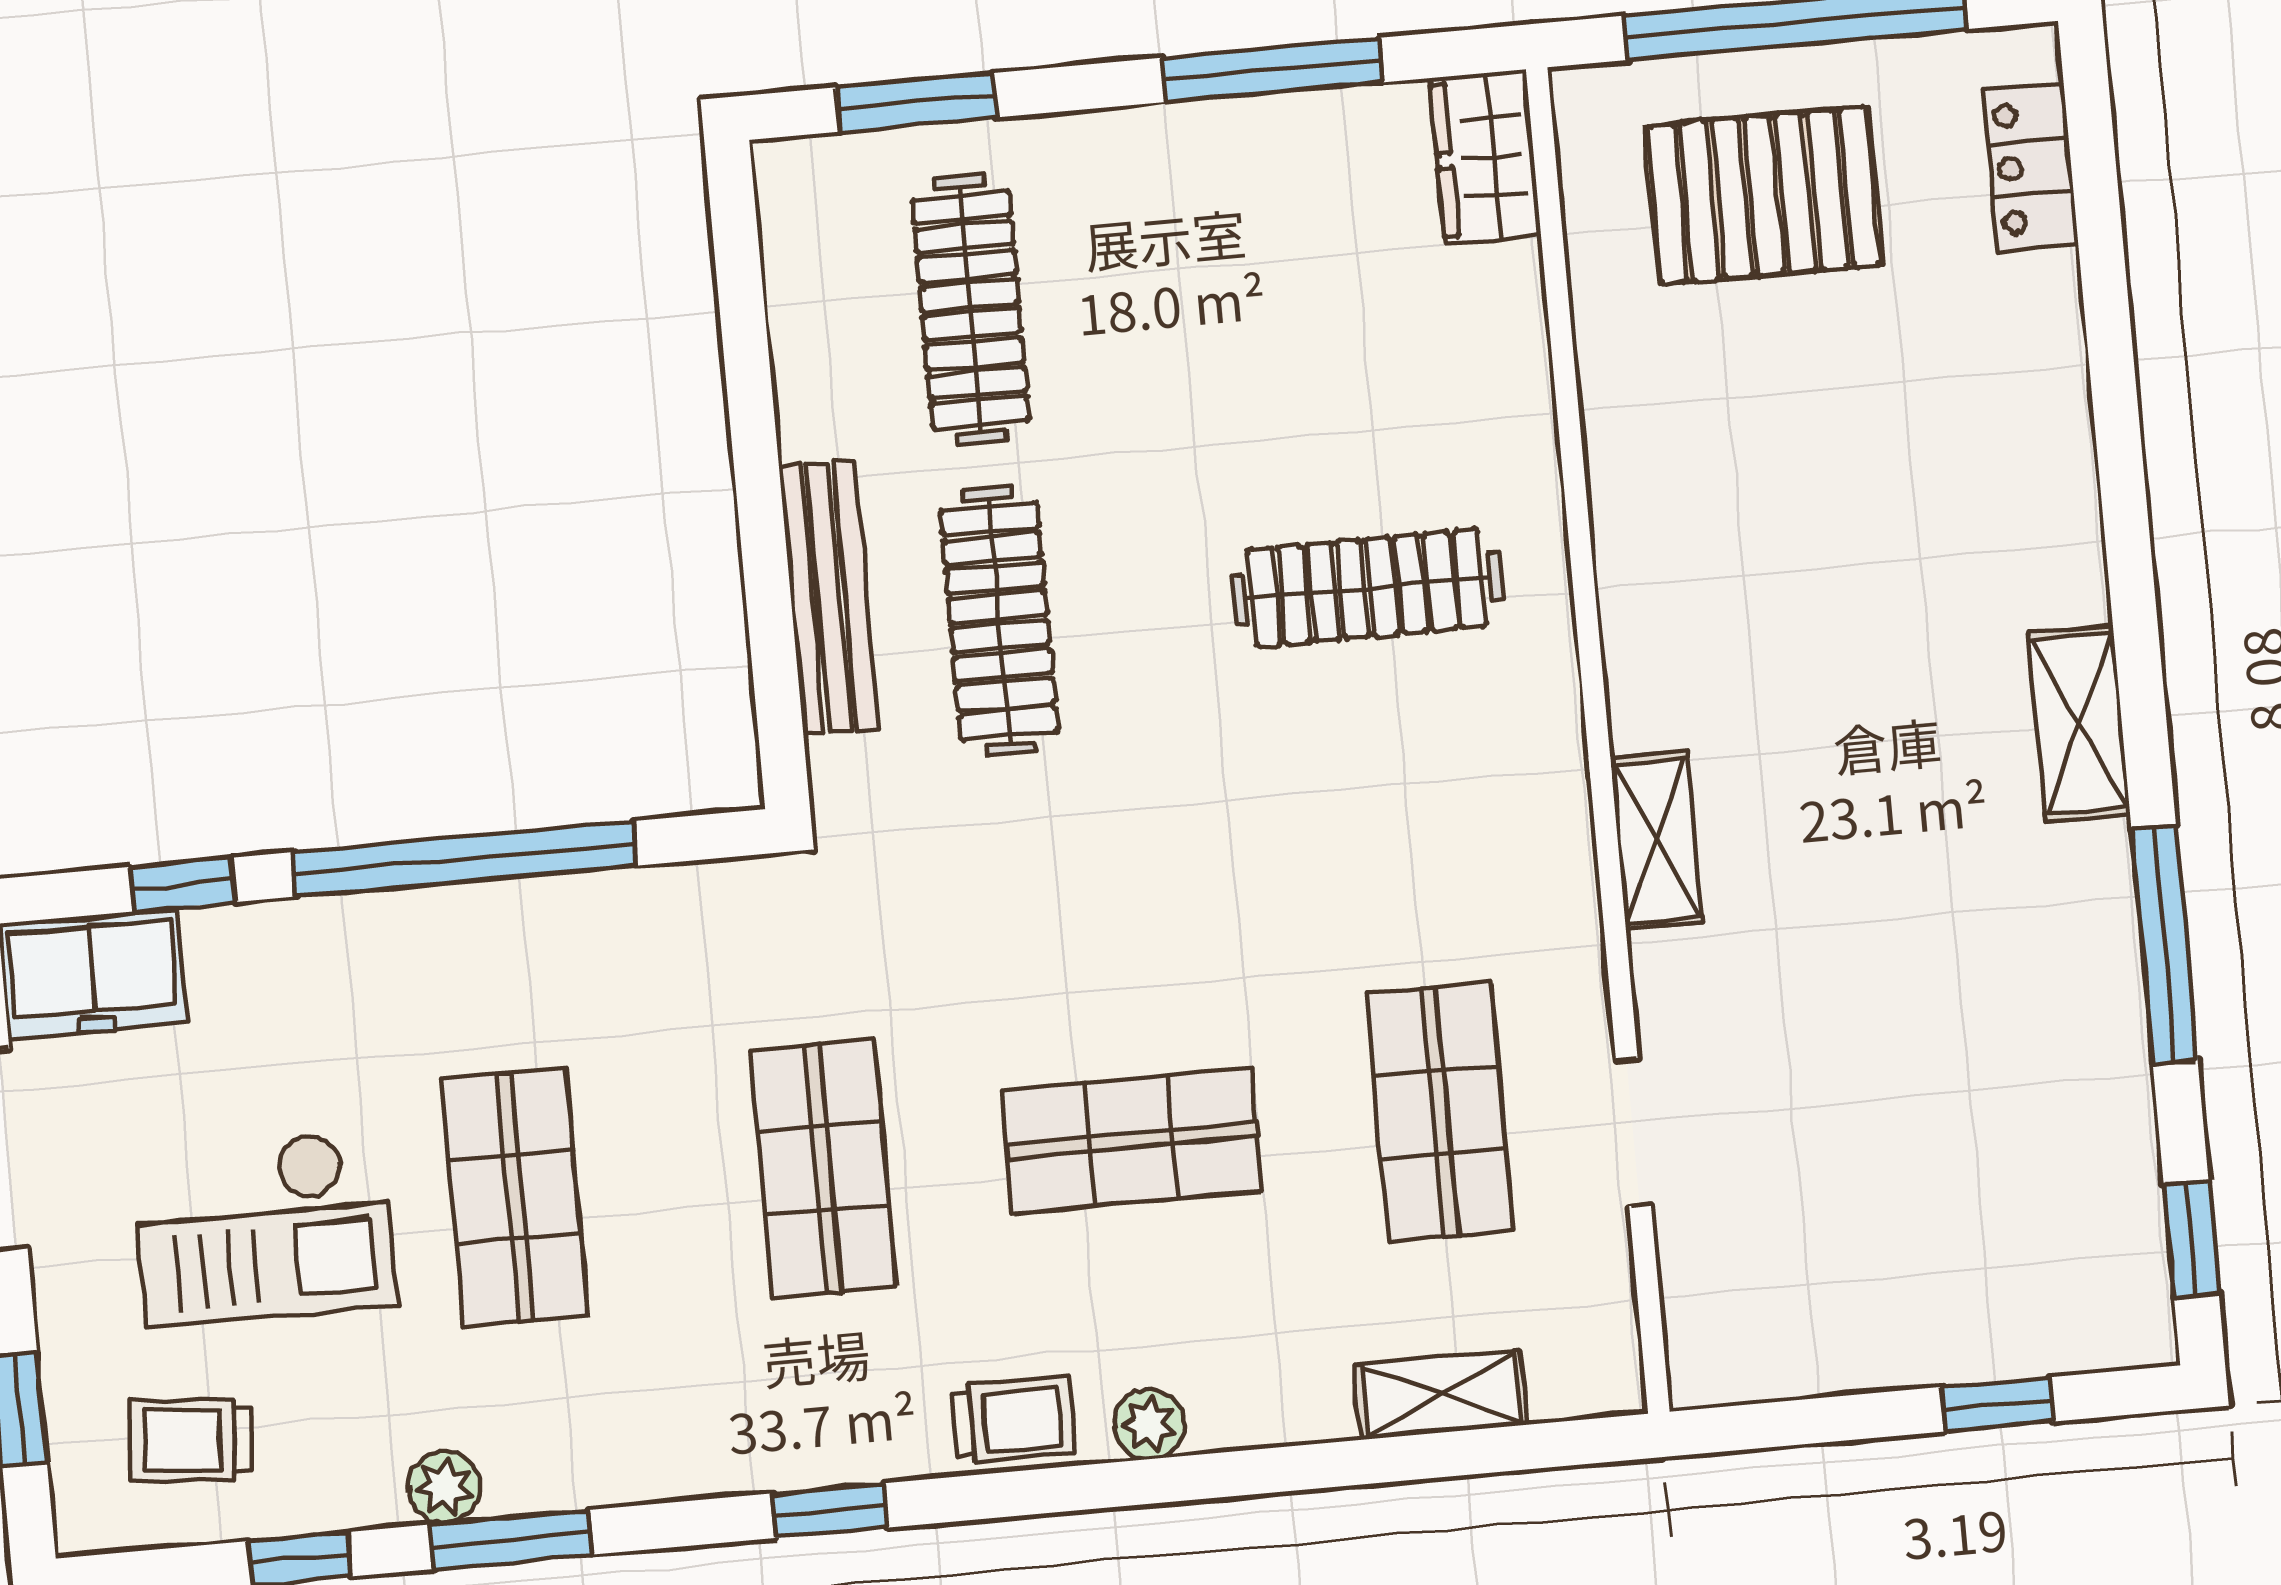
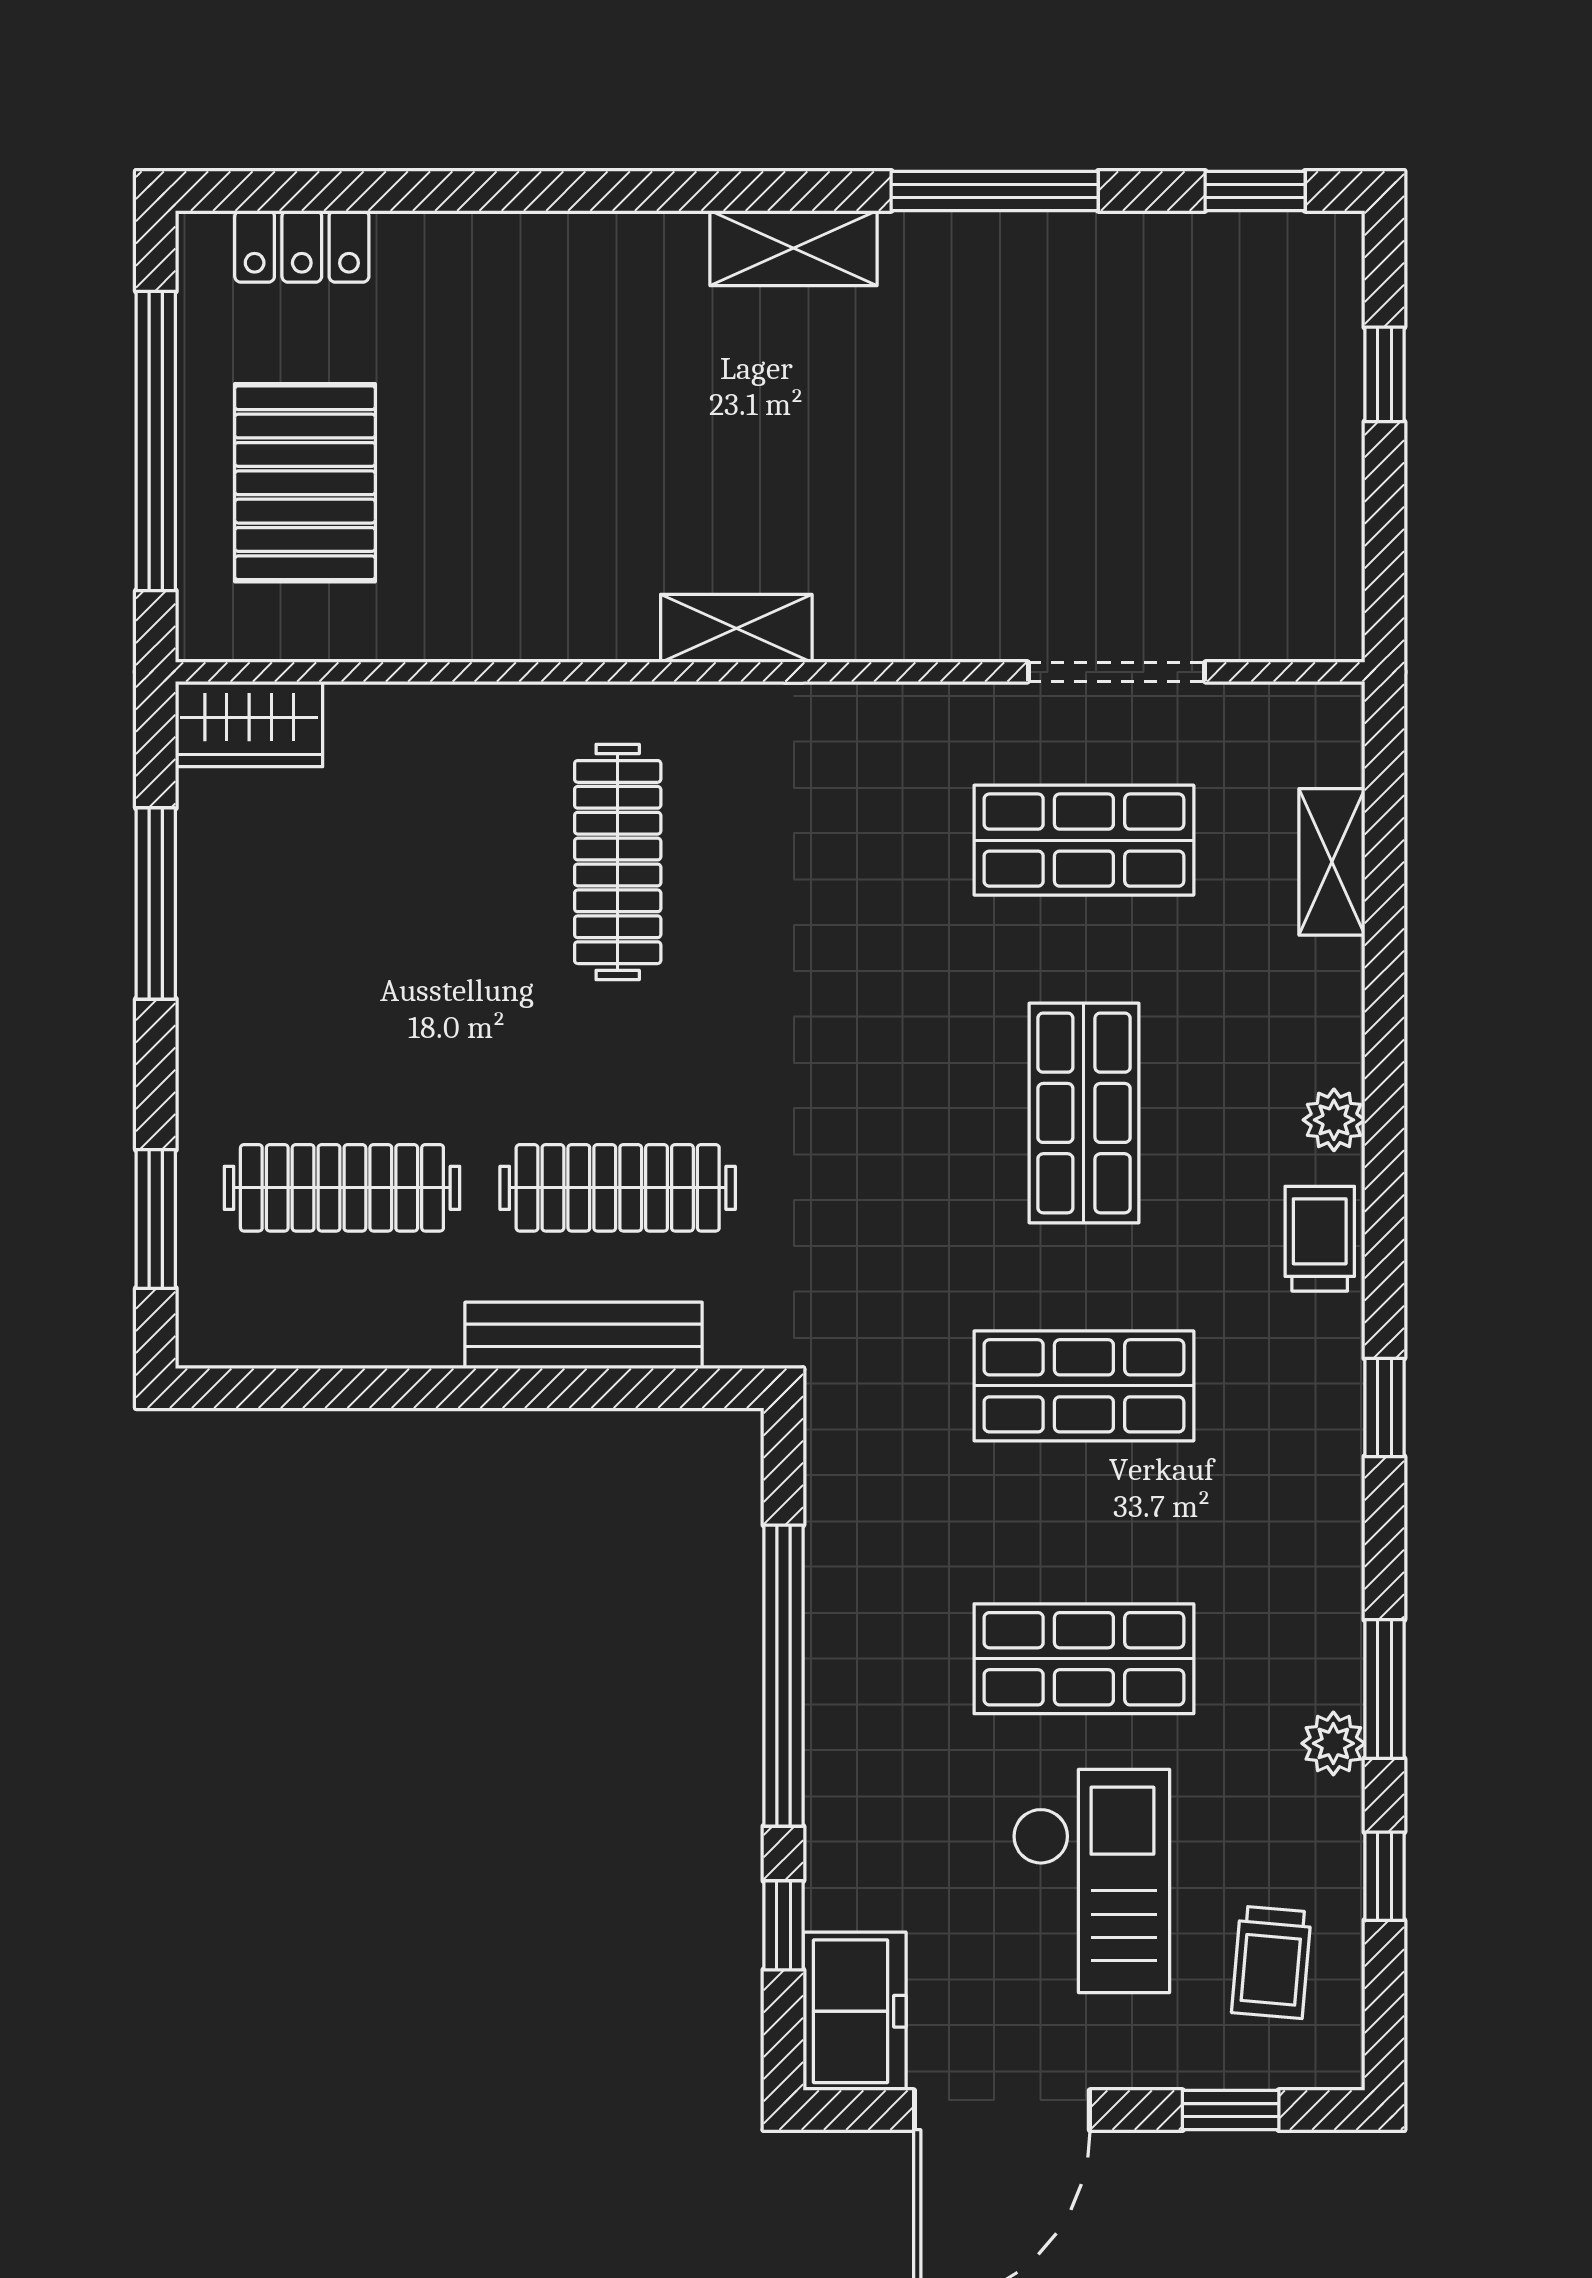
shelving: (1656, 840) -> (736, 628), moved
doorway: (1633, 1132) -> (1117, 672), width x1.38

